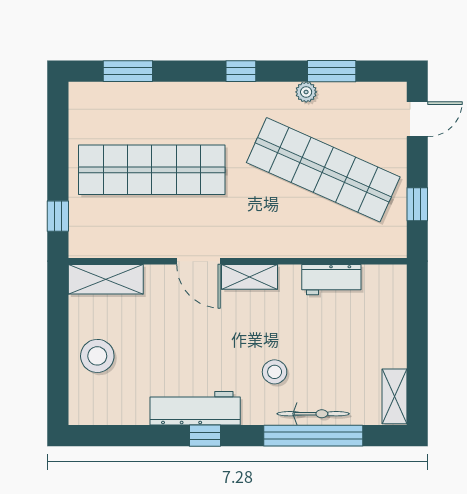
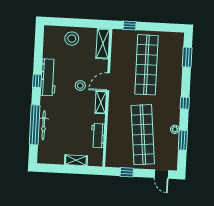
shop shelf: (323, 170) -> (143, 135), turned -30
stool: (275, 372) -> (80, 86), moved
shelving: (394, 396) -> (76, 160), moved

